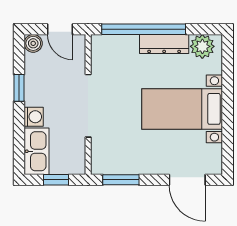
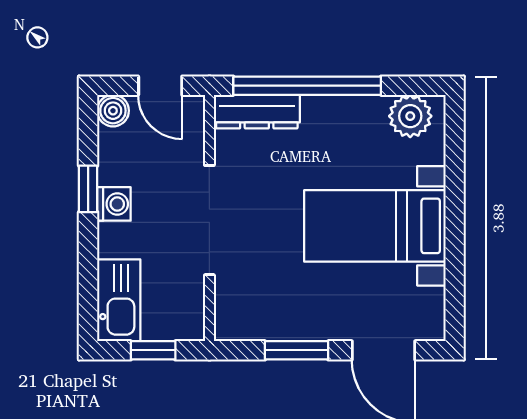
dresser: (164, 44) -> (257, 112), moved
washing machine: (34, 117) -> (114, 204), moved
window: (121, 180) -> (297, 350), moved

